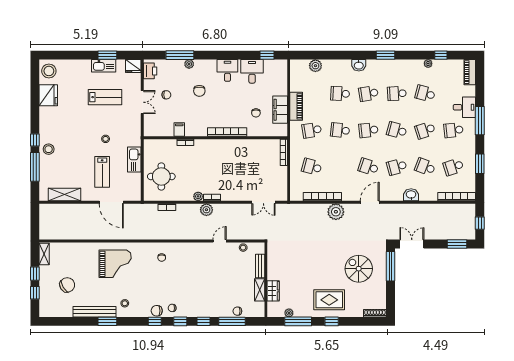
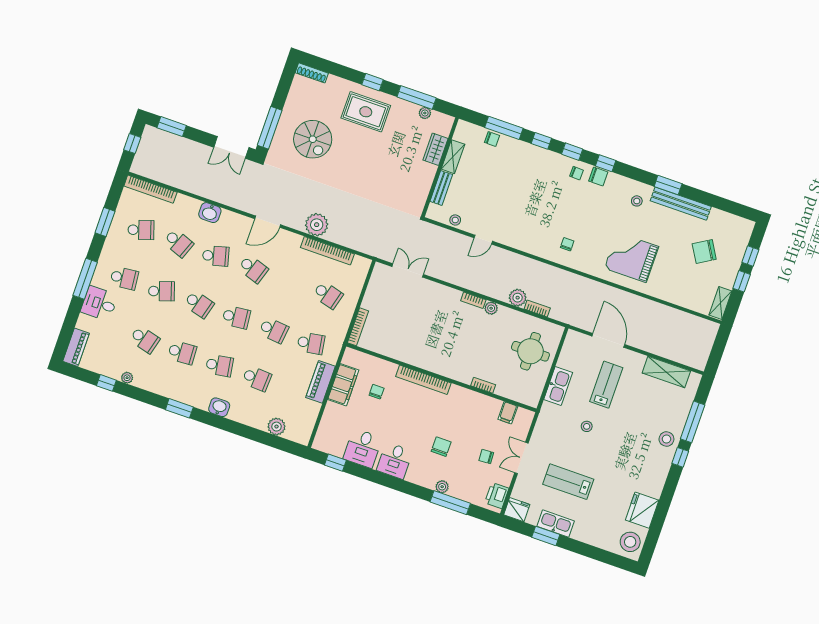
filing cabinet: (179, 130) -> (508, 413), moved
plant: (206, 210) -> (518, 298), moved

